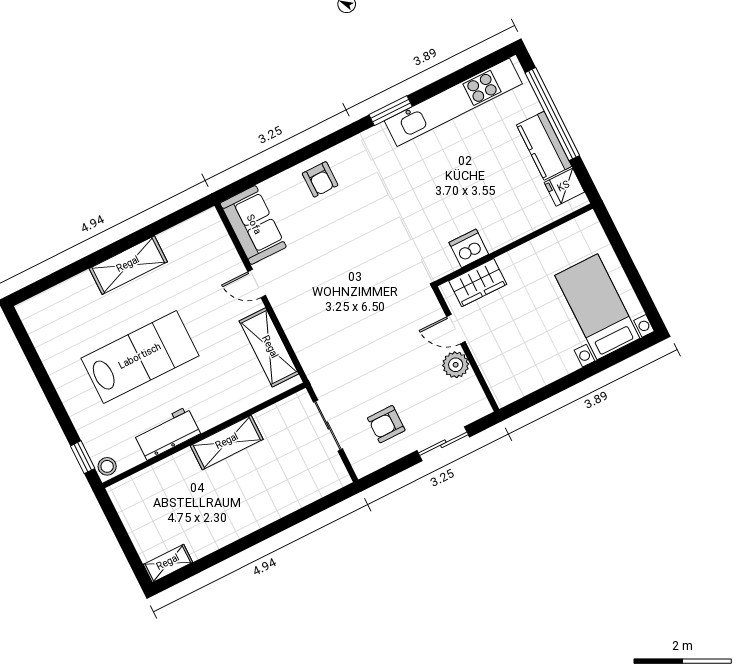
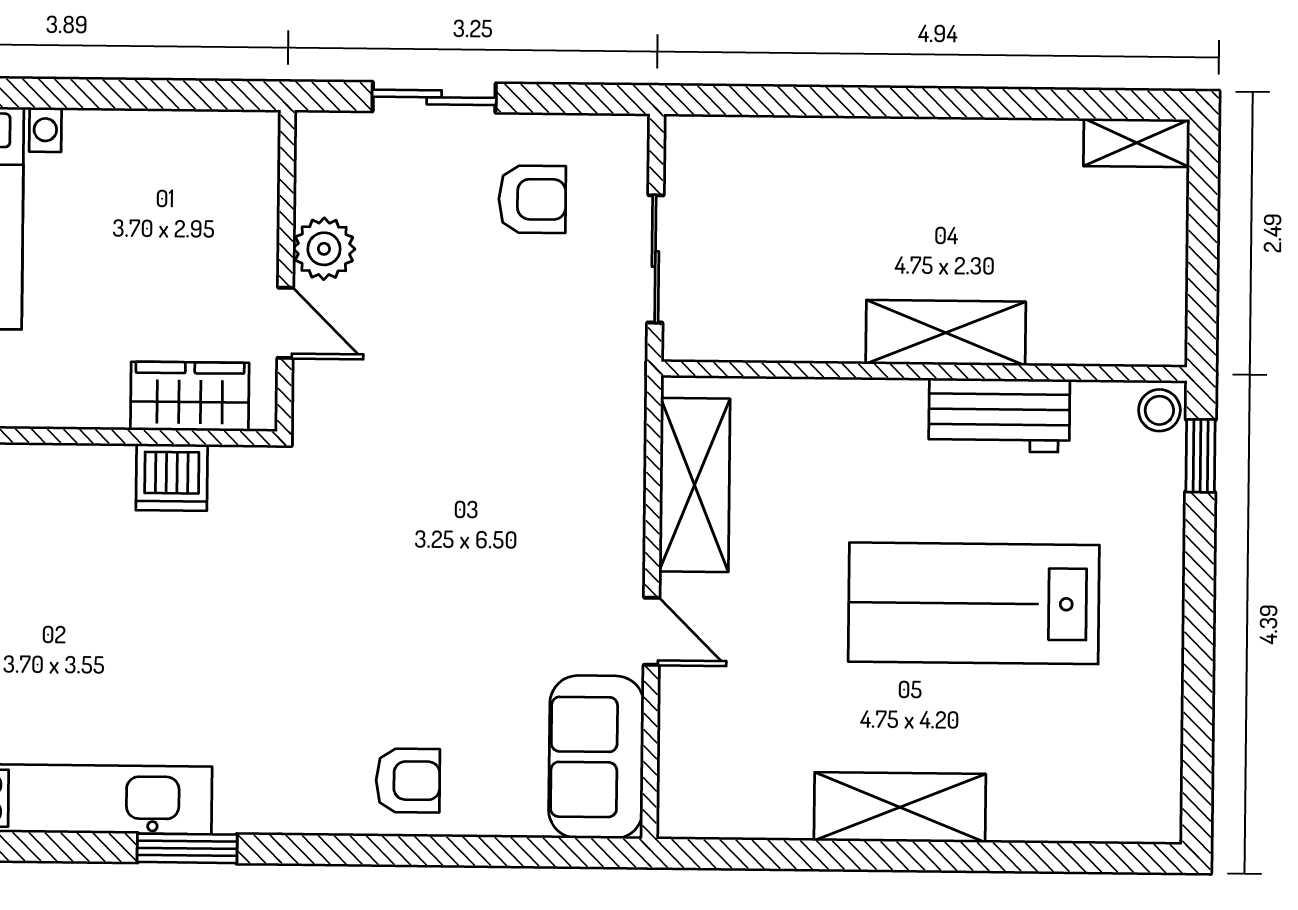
armchair: (320, 179) -> (408, 781), turned 90
shelving: (227, 442) -> (946, 333), moved

